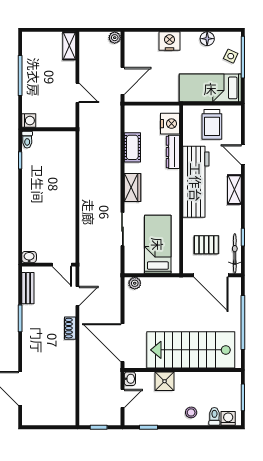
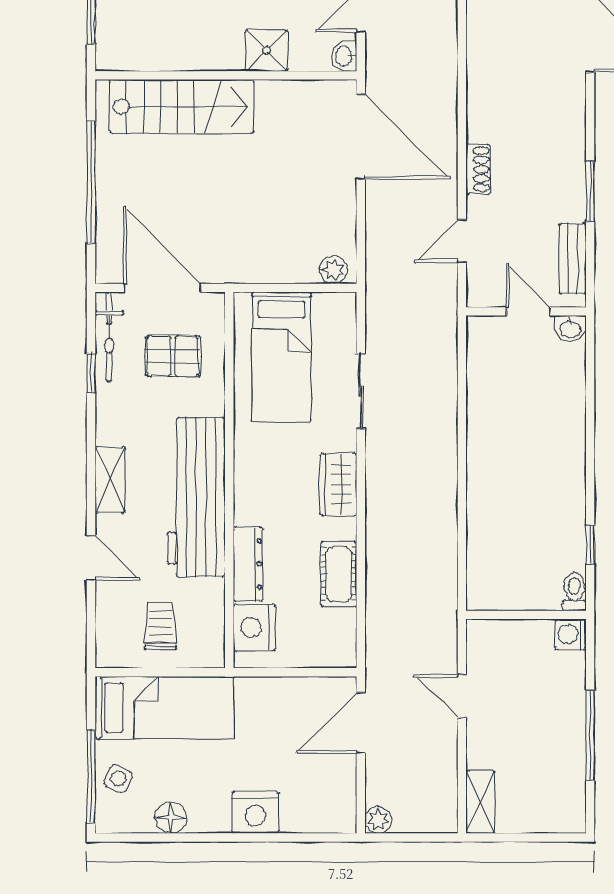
trolley: (212, 124) -> (160, 626), width x0.73, depth x0.72
door: (62, 265) -> (528, 311), moved
stairs: (191, 350) -> (182, 107), width x0.73, depth x0.66

